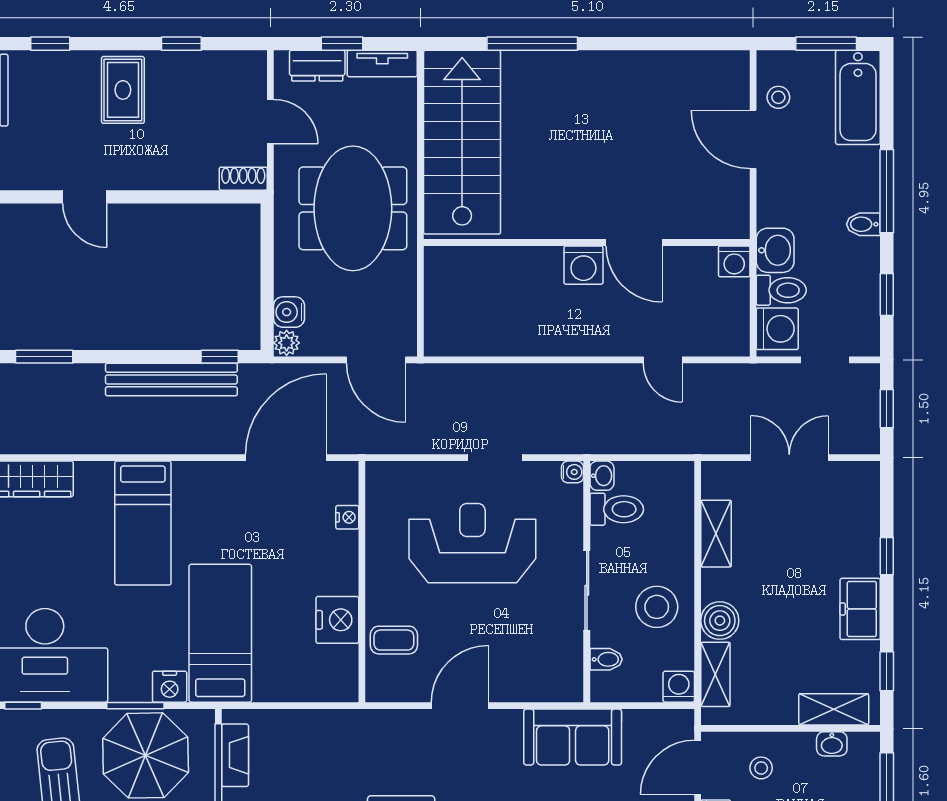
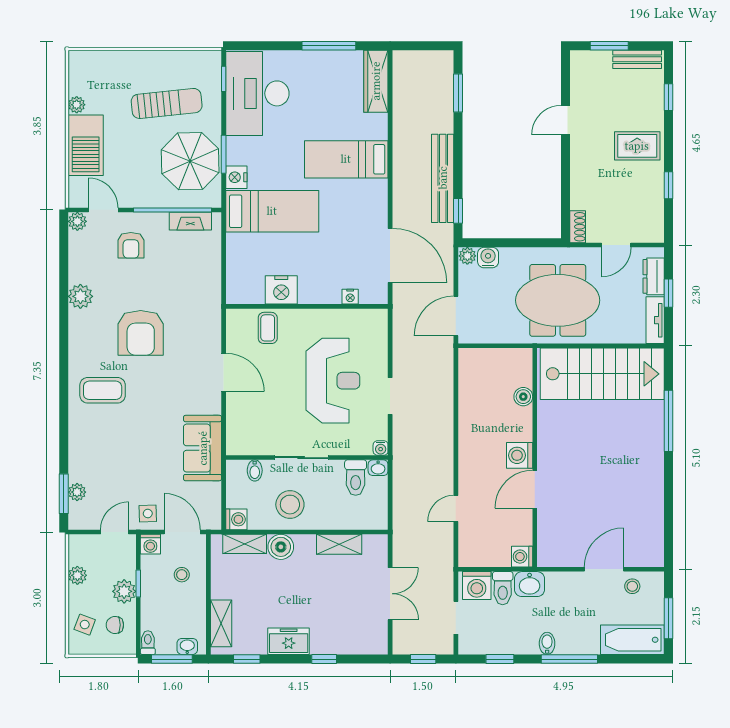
boiler: (496, 260) -> (523, 397), added
washbasin: (832, 744) -> (187, 646), moved, turned 90

